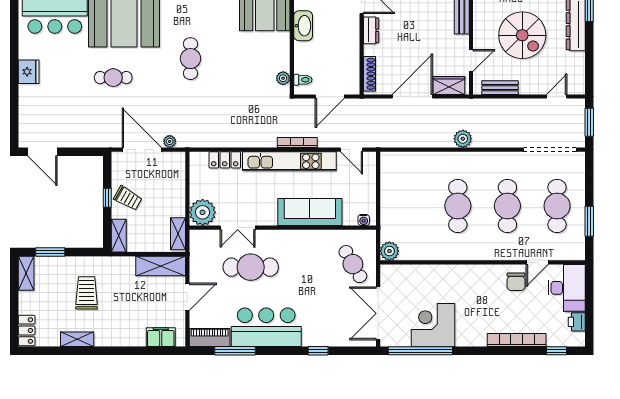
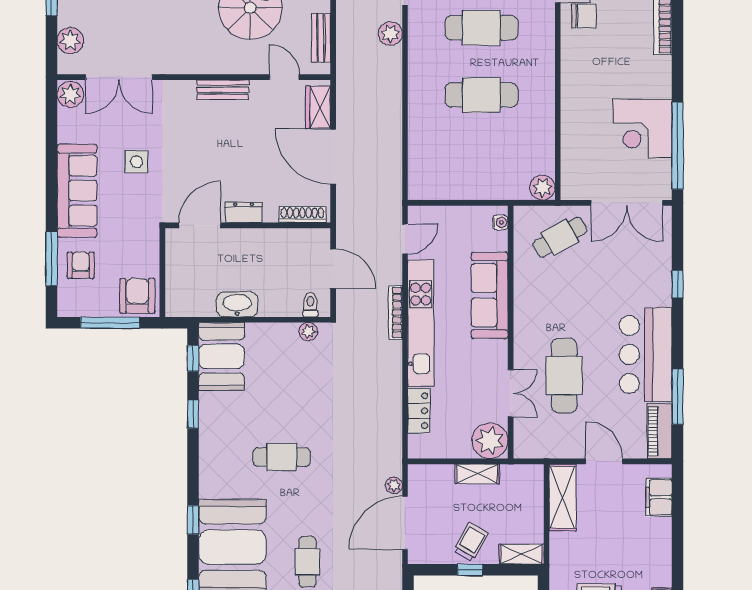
plant: (463, 139) -> (390, 34), moved
shelving: (178, 234) -> (477, 474), moved

